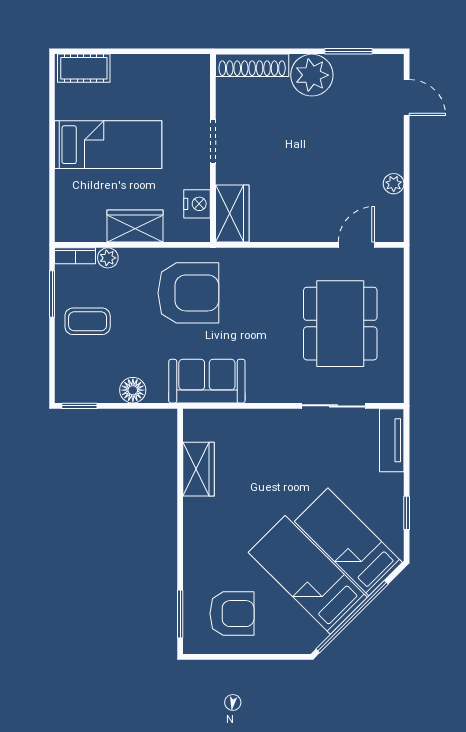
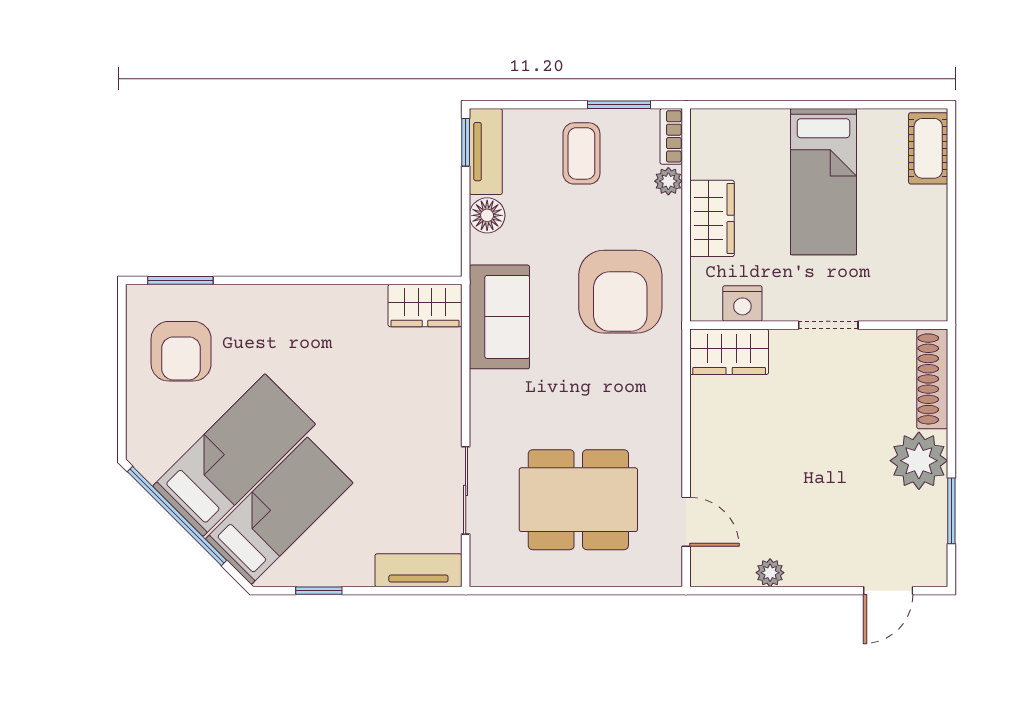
tv unit: (86, 391) -> (486, 152), added
wardrobe: (199, 469) -> (425, 305), moved

